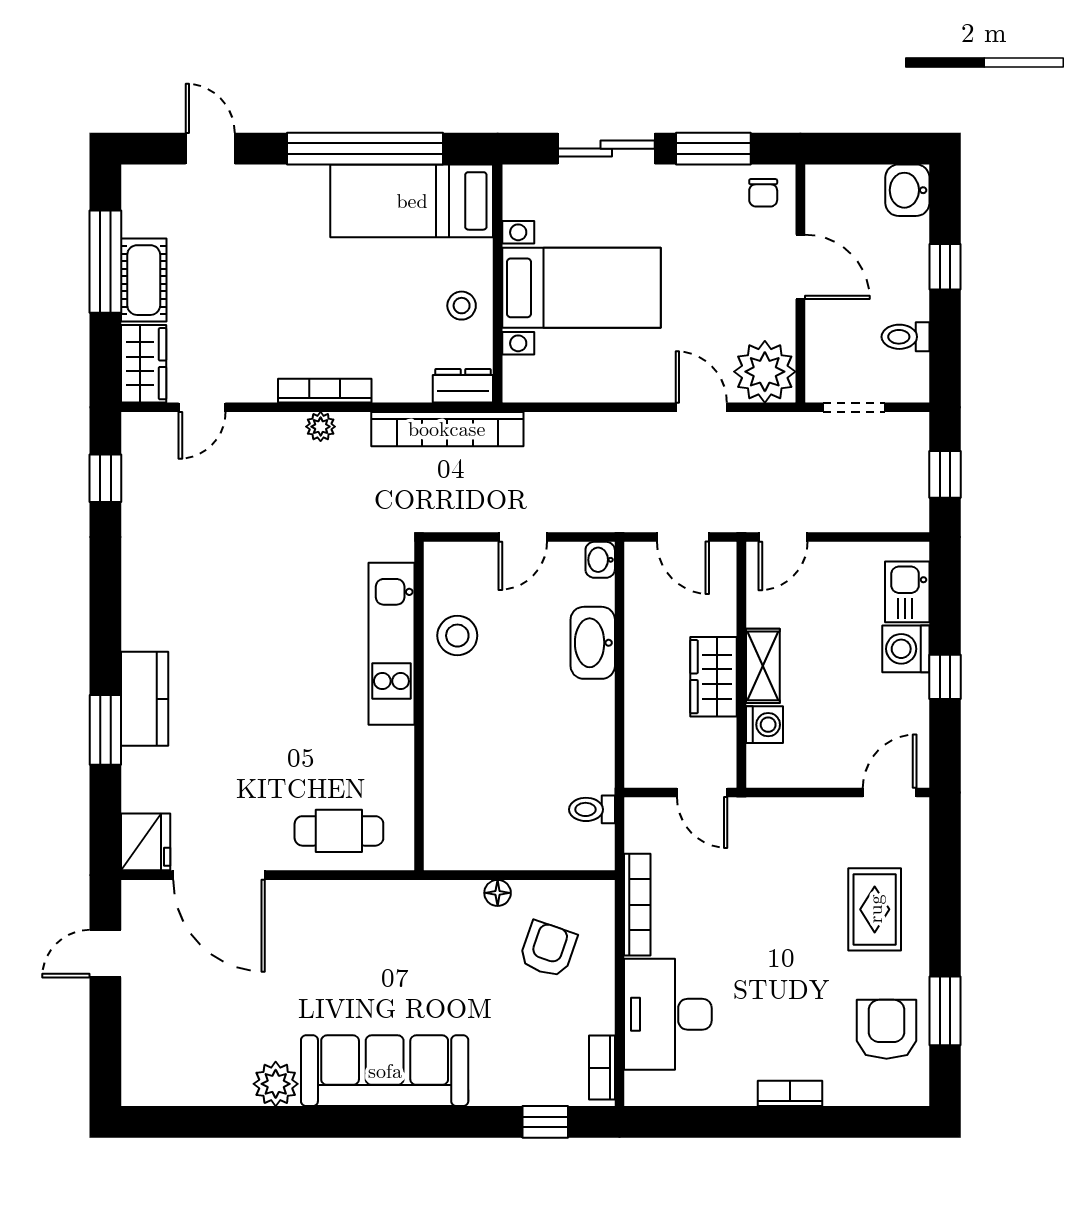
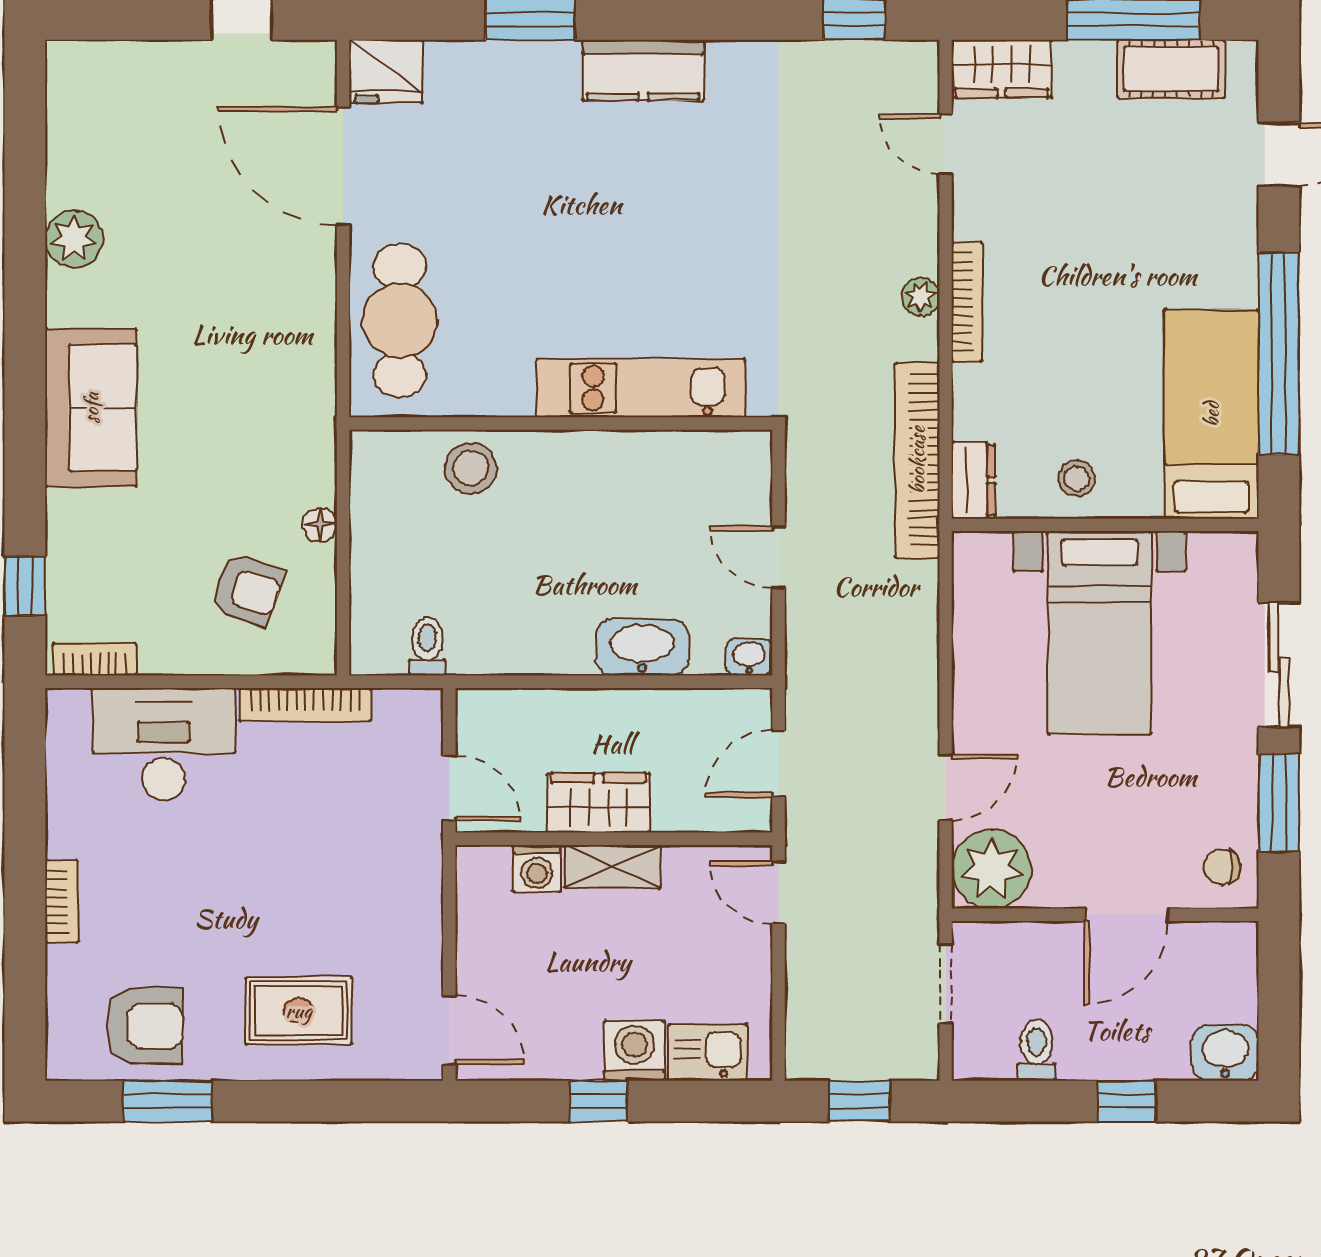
cot: (144, 280) -> (1171, 69), moved
stool: (457, 636) -> (471, 468), moved
kitchen counter: (145, 699) -> (643, 70), moved
door: (702, 792) -> (449, 788), swing flipped
cafe table: (339, 831) -> (400, 320), width x1.37, depth x1.35
door: (219, 875) -> (343, 166), hinge flipped
sofa: (385, 1071) -> (91, 408), width x0.73

